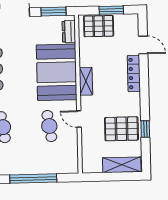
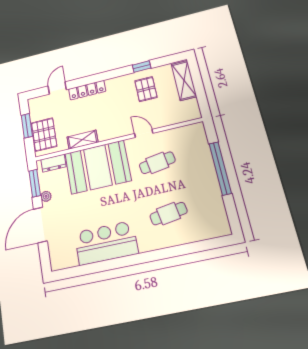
plant: (39, 21) -> (46, 196), added
shelving: (86, 81) -> (82, 140), moved
door: (79, 119) -> (144, 133), swing flipped
pallet: (121, 129) -> (146, 89), width x0.67, depth x0.71

